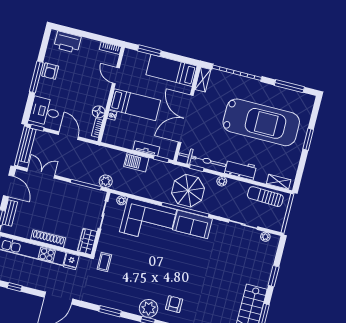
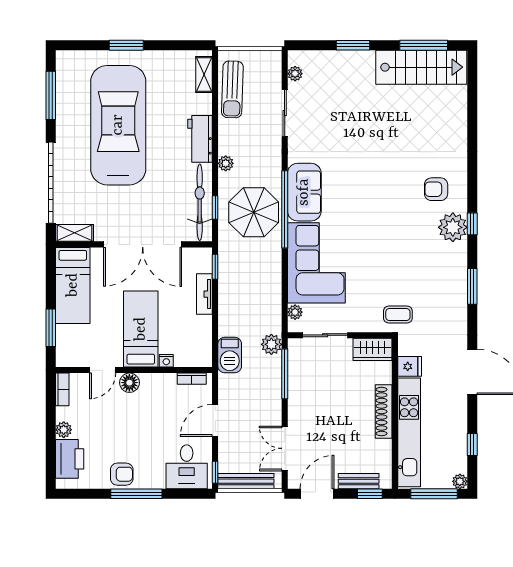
plant: (86, 43) -> (64, 430), added
floor lamp: (99, 112) -> (129, 383), moved
barbecue: (136, 162) -> (230, 355), moved

